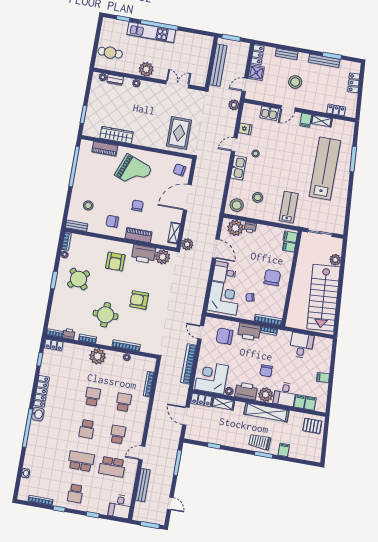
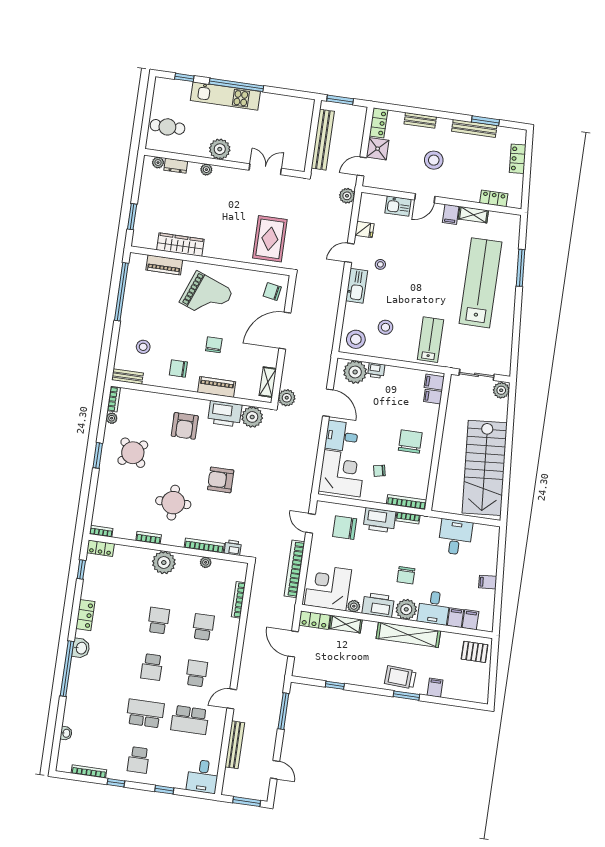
plant: (335, 260) -> (501, 390), moved
printer: (69, 334) -> (233, 548), moved
locker: (42, 391) -> (85, 615), width x0.66

